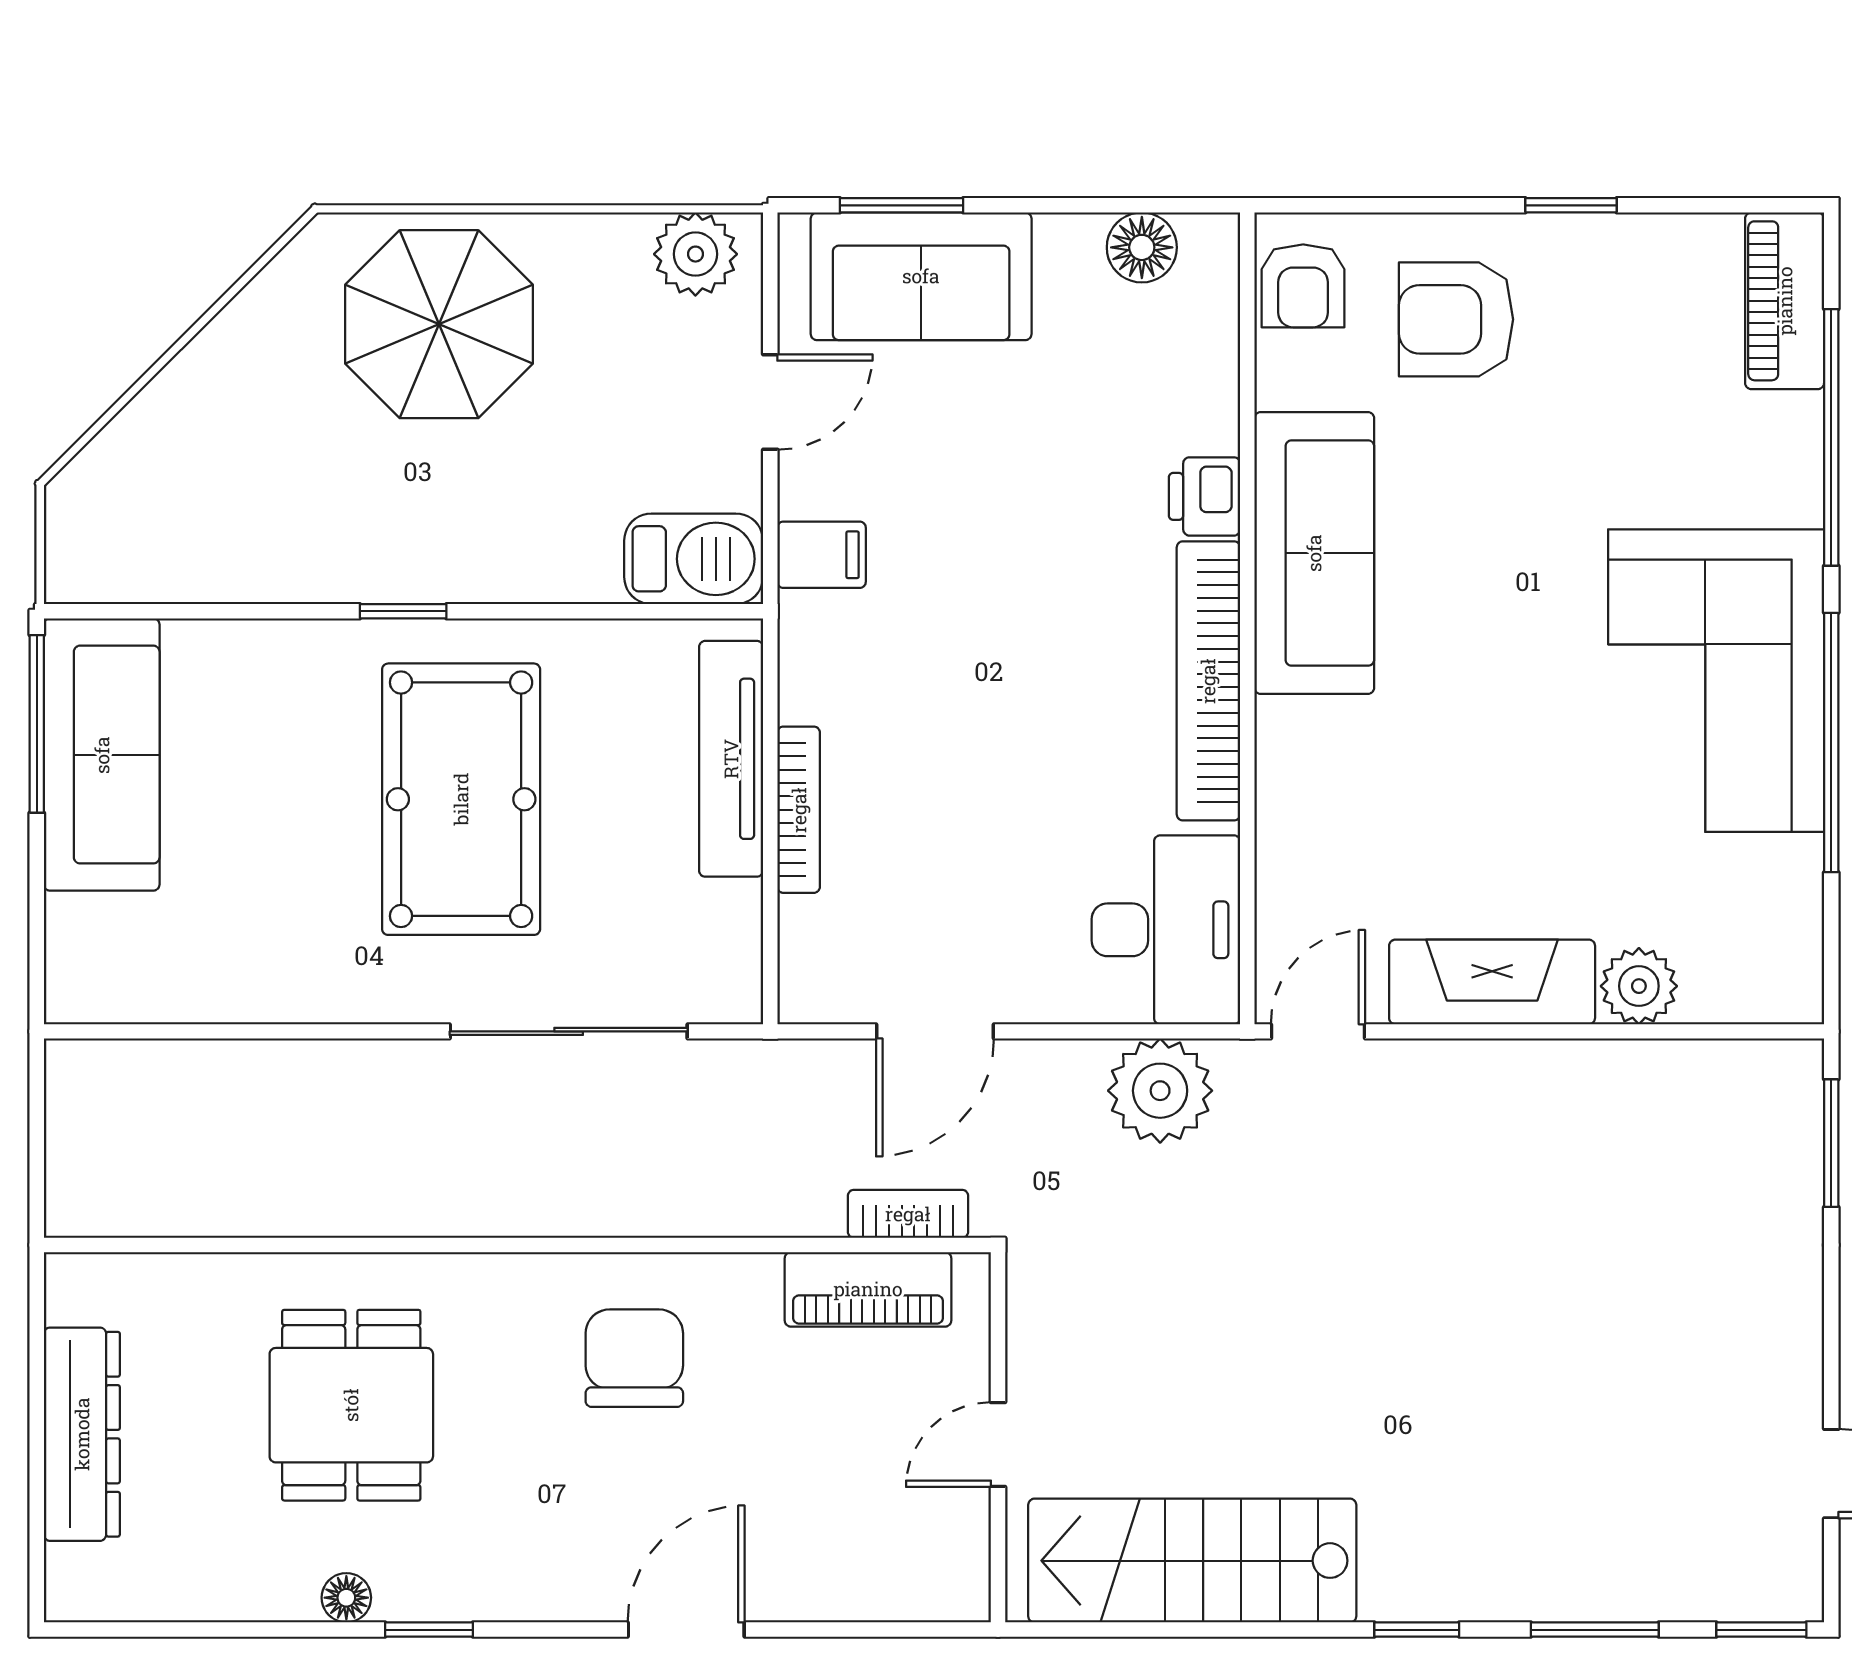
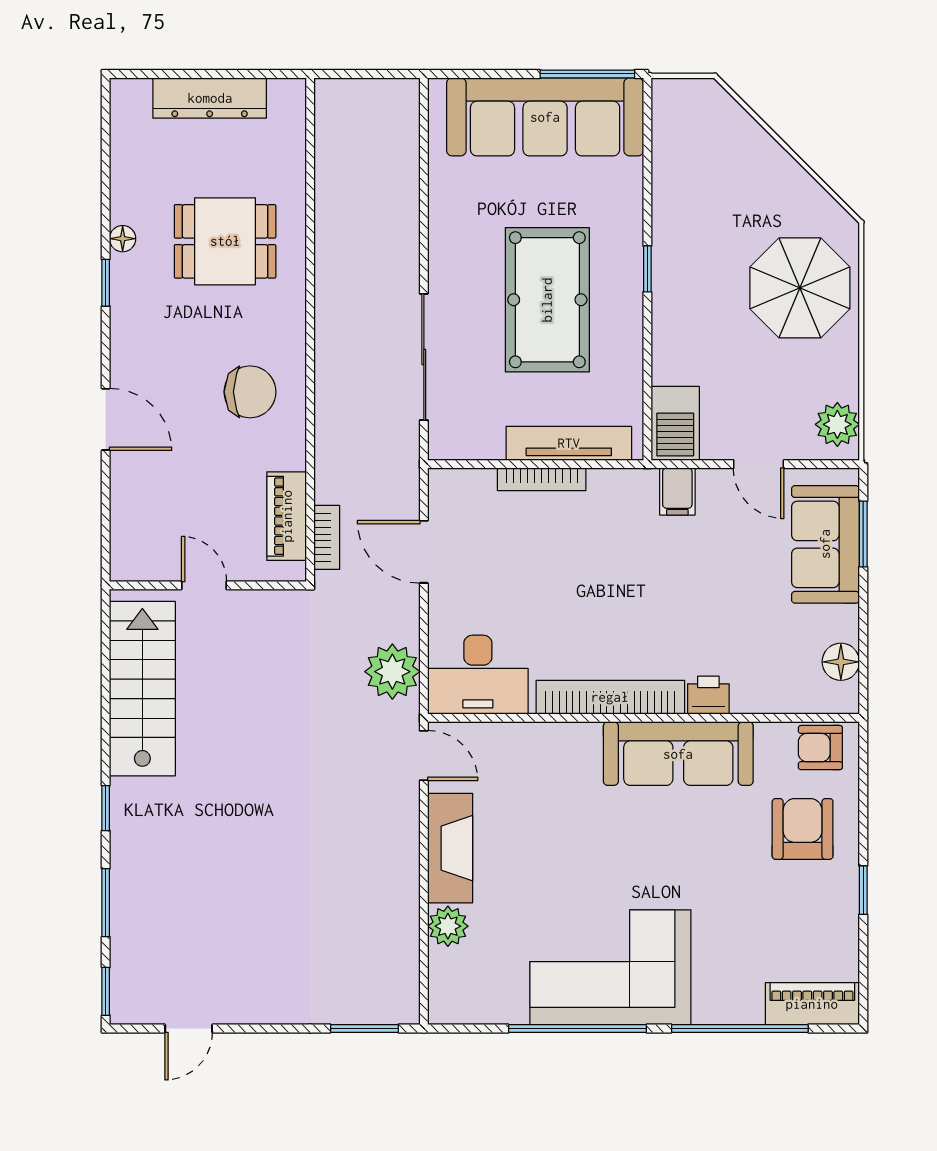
sofa: (102, 755) -> (545, 117), width x1.36, depth x1.27
pool table: (461, 799) -> (547, 300), turned 90

